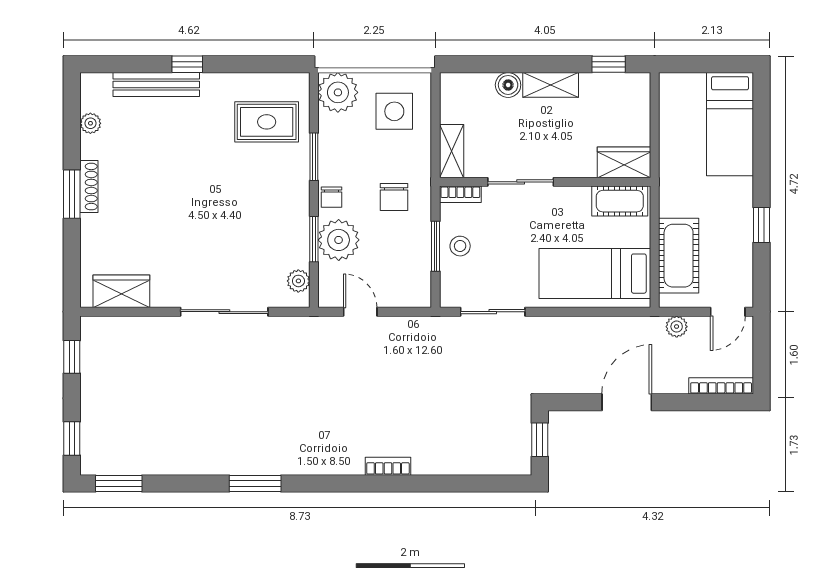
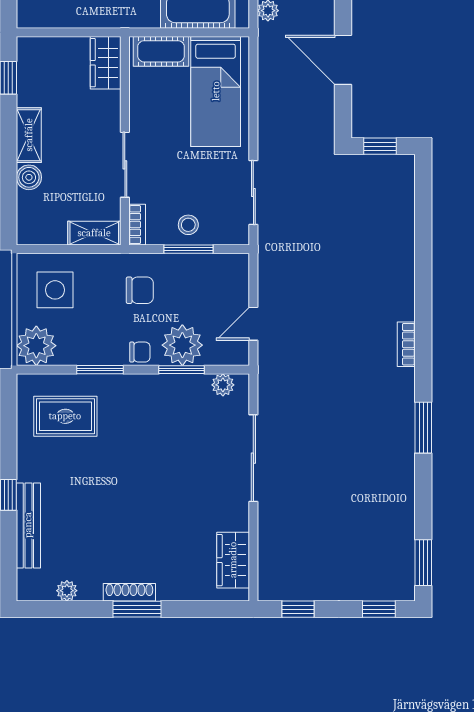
rug: (267, 122) -> (65, 416), turned 90
cot: (620, 201) -> (161, 51), moved, turned 90
bookcase: (388, 466) -> (406, 344), moved

